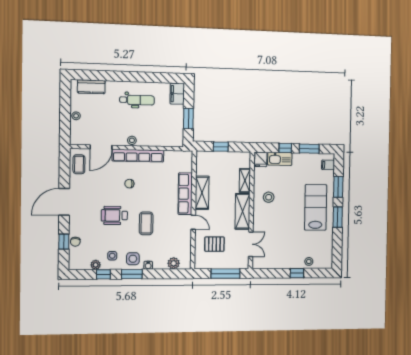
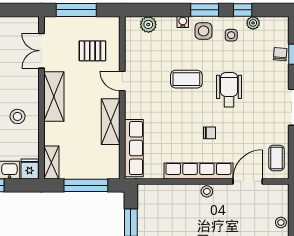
window: (221, 147) -> (86, 185), width x2.17
shelving: (245, 181) -> (51, 162), moved
row of seats: (185, 194) -> (134, 148), moved
wheelchair: (114, 215) -> (229, 90), turned -90
coffee table: (146, 223) -> (186, 79), turned 90

